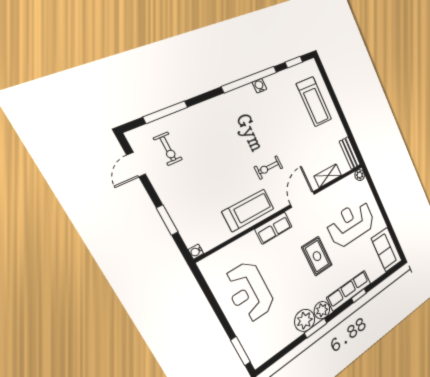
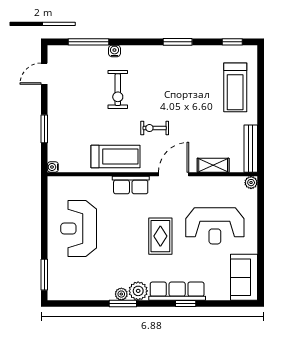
window: (250, 79) -> (178, 42), width x0.47
water cooler: (259, 86) -> (114, 51), moved
exercise bike: (168, 149) -> (118, 90), moved, width x1.38, depth x1.39
bench: (350, 153) -> (251, 149), width x1.36
reception desk: (351, 223) -> (215, 226), turned 180
plant: (305, 320) -> (121, 294), width x0.53, depth x0.53

